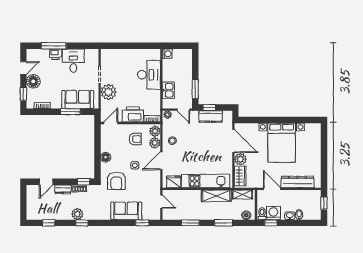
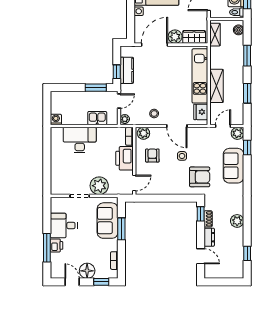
door: (111, 123) -> (134, 183), swing flipped
plant: (155, 143) -> (237, 133), moved
floor lamp: (106, 157) -> (173, 189), removed
shelving: (216, 196) -> (217, 86), moved
window: (82, 223) -> (247, 216), removed

